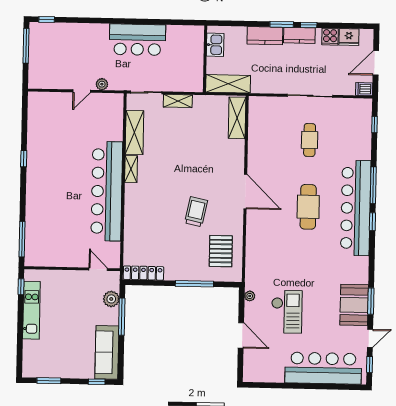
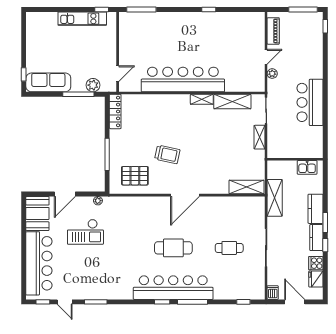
piano: (51, 82) -> (273, 31), added
shelving: (228, 84) -> (275, 198), moved
door: (82, 91) -> (266, 57), swing flipped
booth: (354, 305) -> (37, 213), moved, turned 90
window: (49, 381) -> (24, 34), removed

